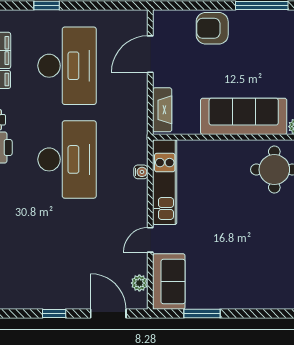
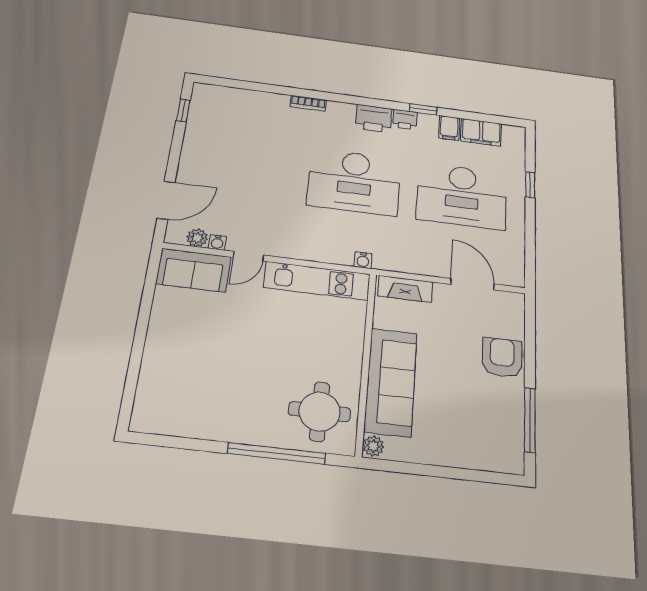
water cooler: (141, 172) -> (363, 260), moved
door: (150, 240) -> (248, 256), swing flipped
water cooler: (141, 266) -> (217, 242), added
window: (54, 313) -> (183, 111), moved
window: (202, 313) -> (146, 303), removed

